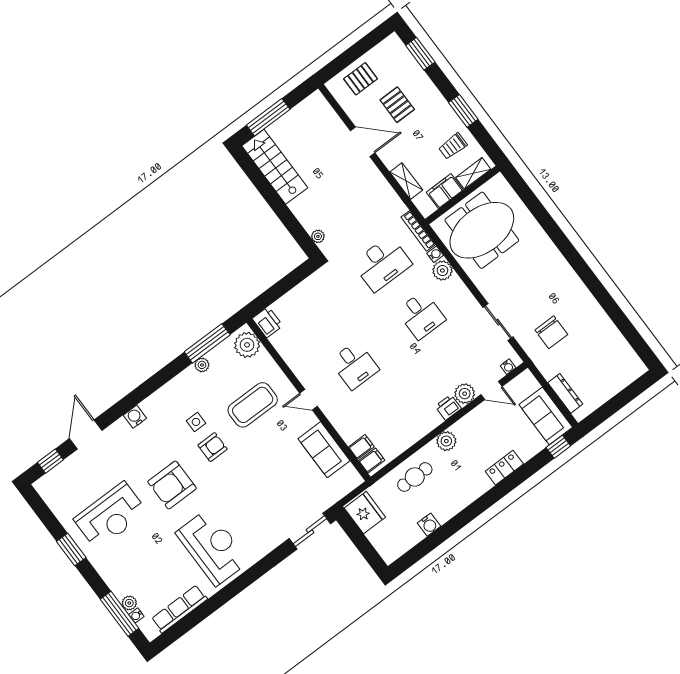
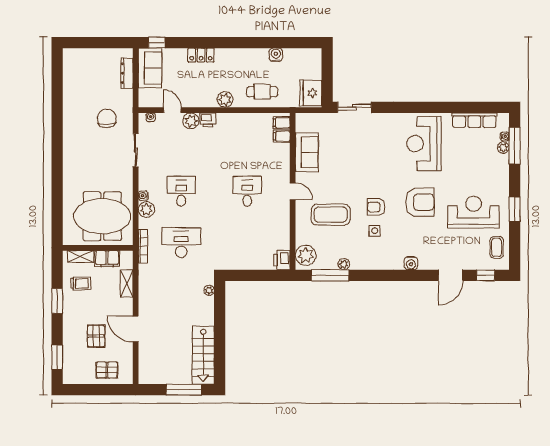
water cooler: (435, 254) -> (143, 196), moved
coffee table: (61, 497) -> (497, 247), added

